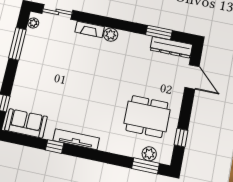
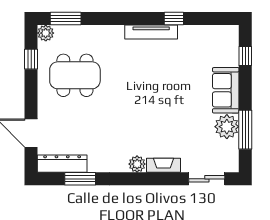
plant: (33, 23) -> (227, 127), moved, width x1.88, depth x1.88
sofa: (26, 123) -> (226, 90), moved, turned 90
plant: (149, 154) -> (46, 33), moved

